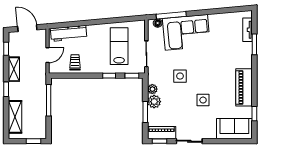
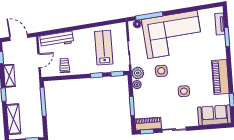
corner sofa: (186, 32) -> (172, 35), width x1.36, depth x1.36
plant: (154, 102) -> (138, 73), moved

